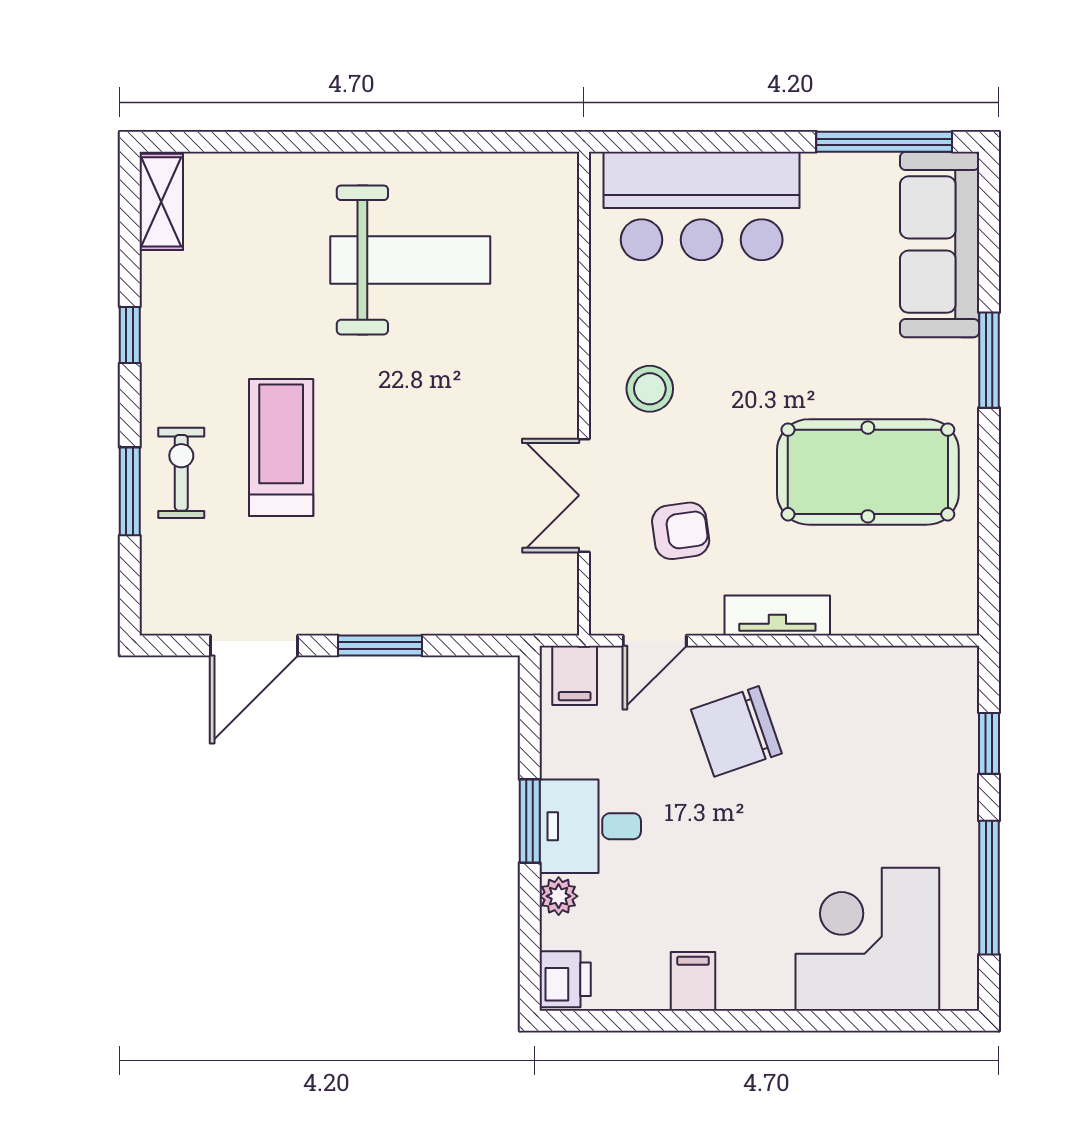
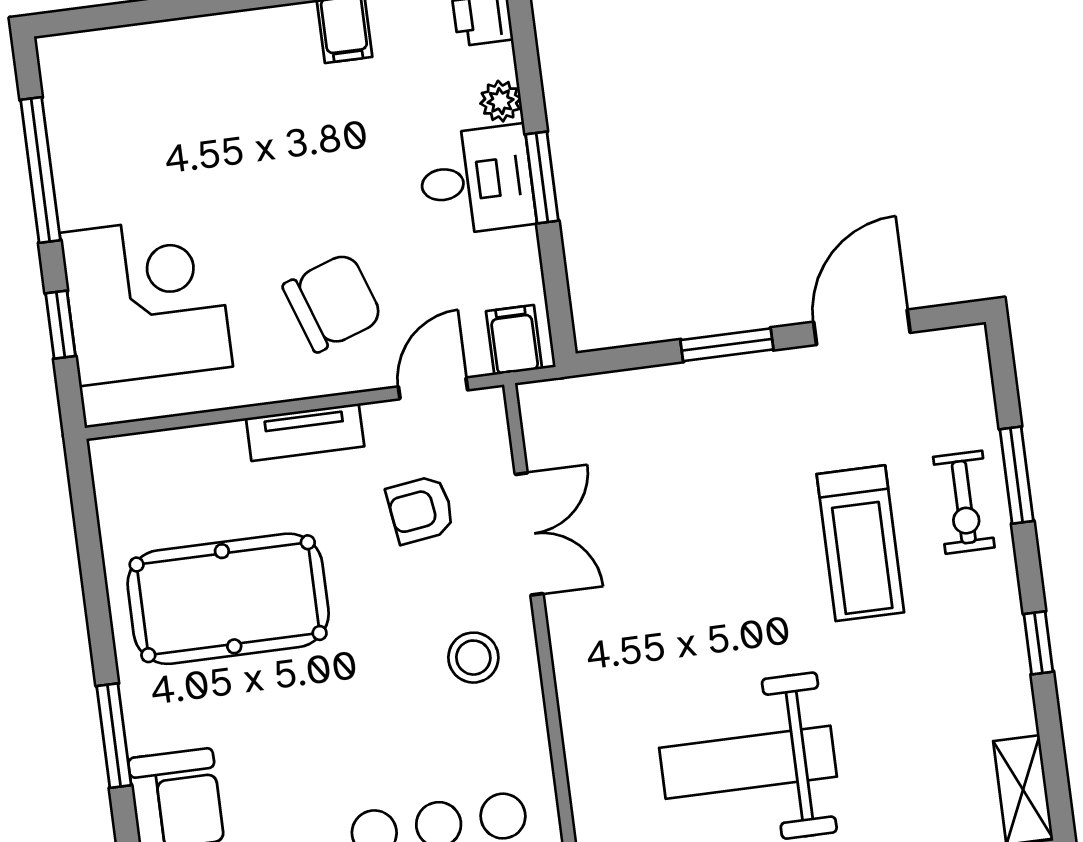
corner desk: (867, 939) -> (146, 300), moved, turned -90

